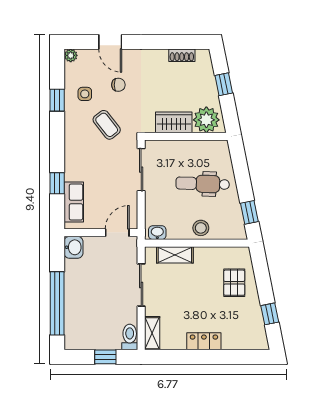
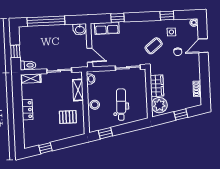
pallet: (234, 283) -> (68, 117), moved

